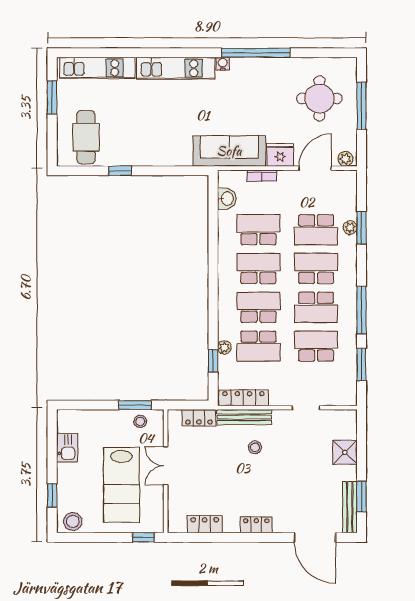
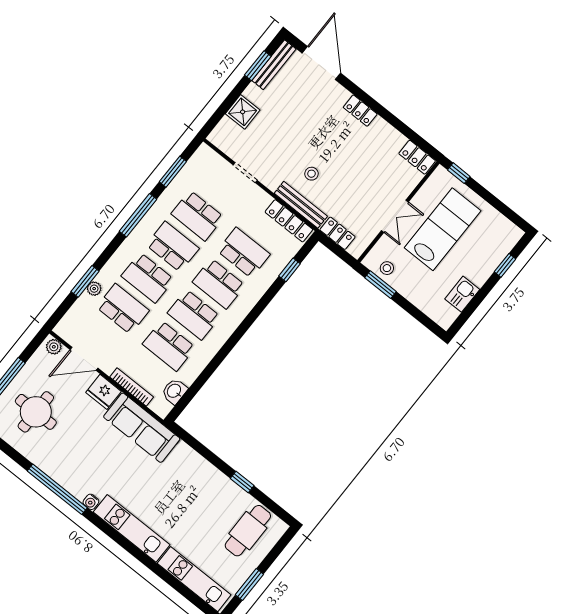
bookcase: (262, 176) -> (132, 387), width x1.56
plant: (224, 347) -> (272, 273), removed
stool: (73, 521) -> (505, 231), removed
locker: (205, 524) -> (417, 157), moved

